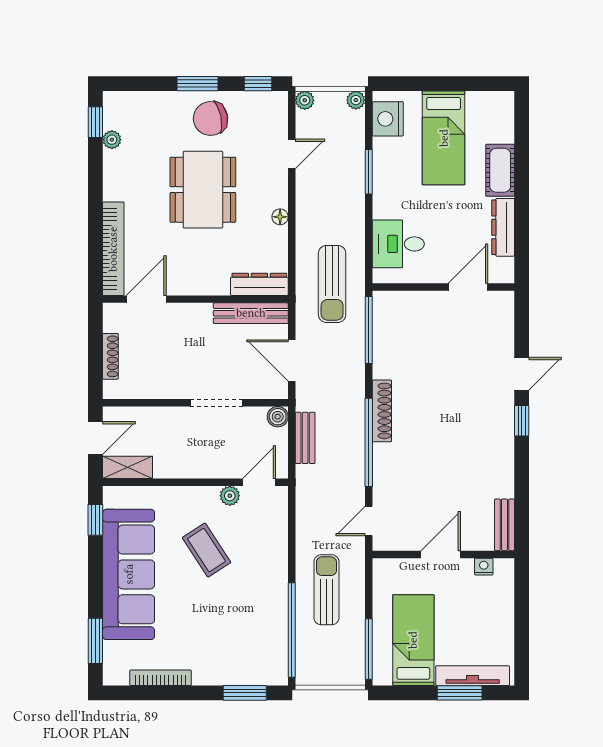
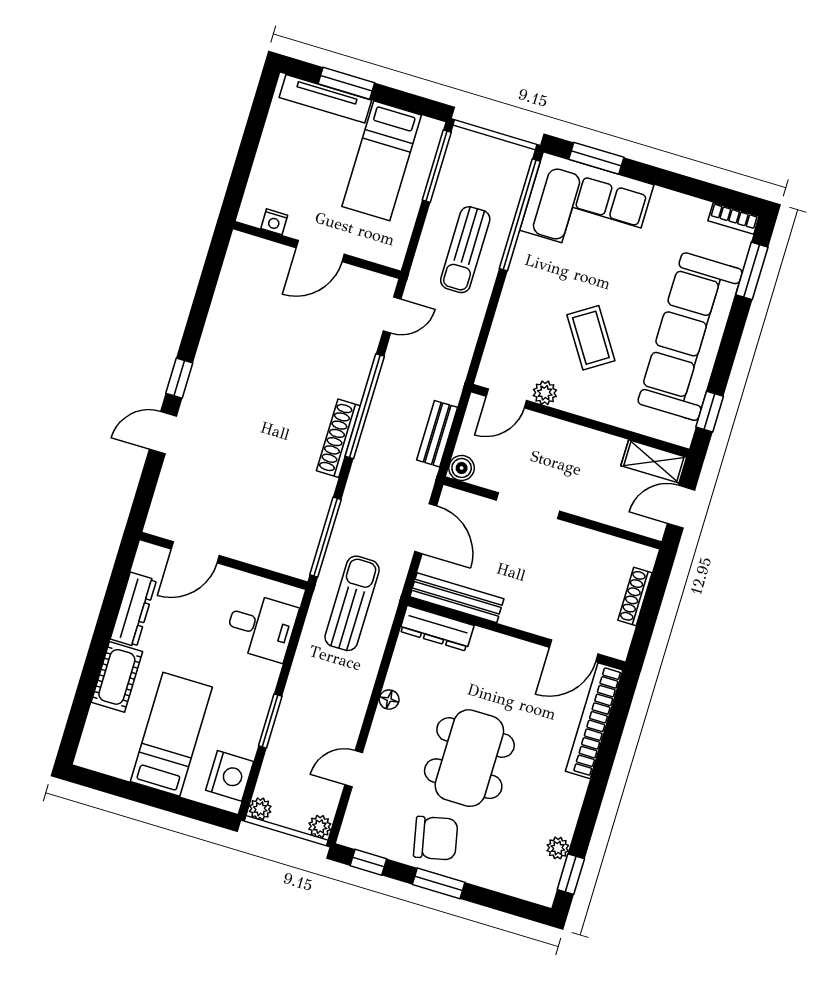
bench: (505, 525) -> (236, 263), removed
corner sofa: (241, 652) -> (587, 208), added
bookcase: (161, 678) -> (733, 219), moved, width x0.64

